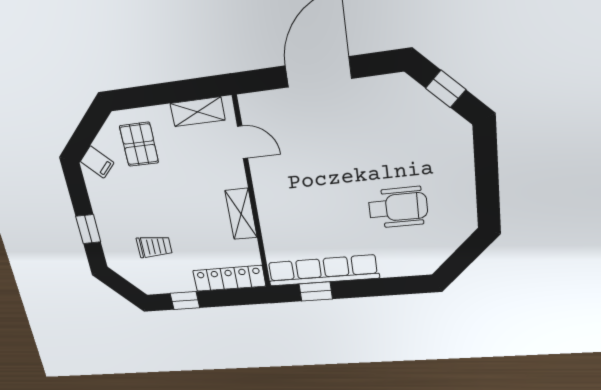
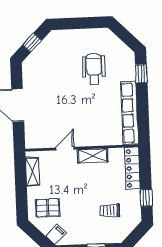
door: (243, 142) -> (65, 149), moved
trolley: (154, 247) -> (110, 211), turned -90
window: (316, 292) -> (141, 74), moved

